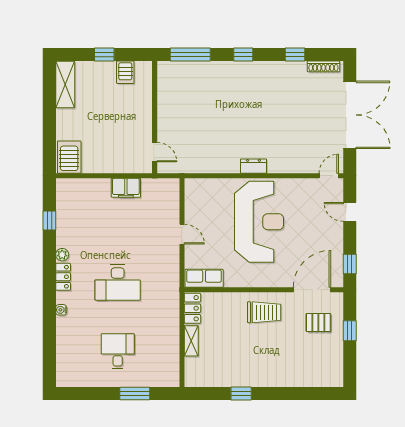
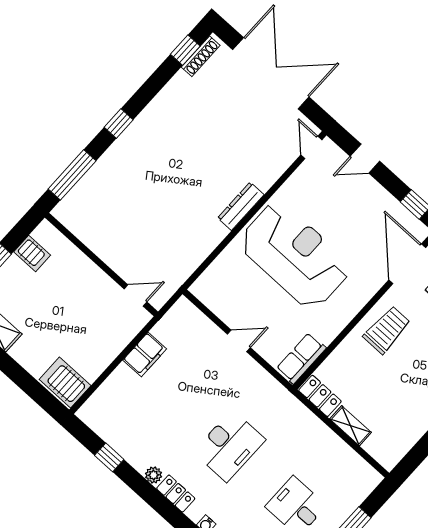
window: (295, 54) -> (185, 50), moved
dresser: (253, 166) -> (241, 206), width x1.44

